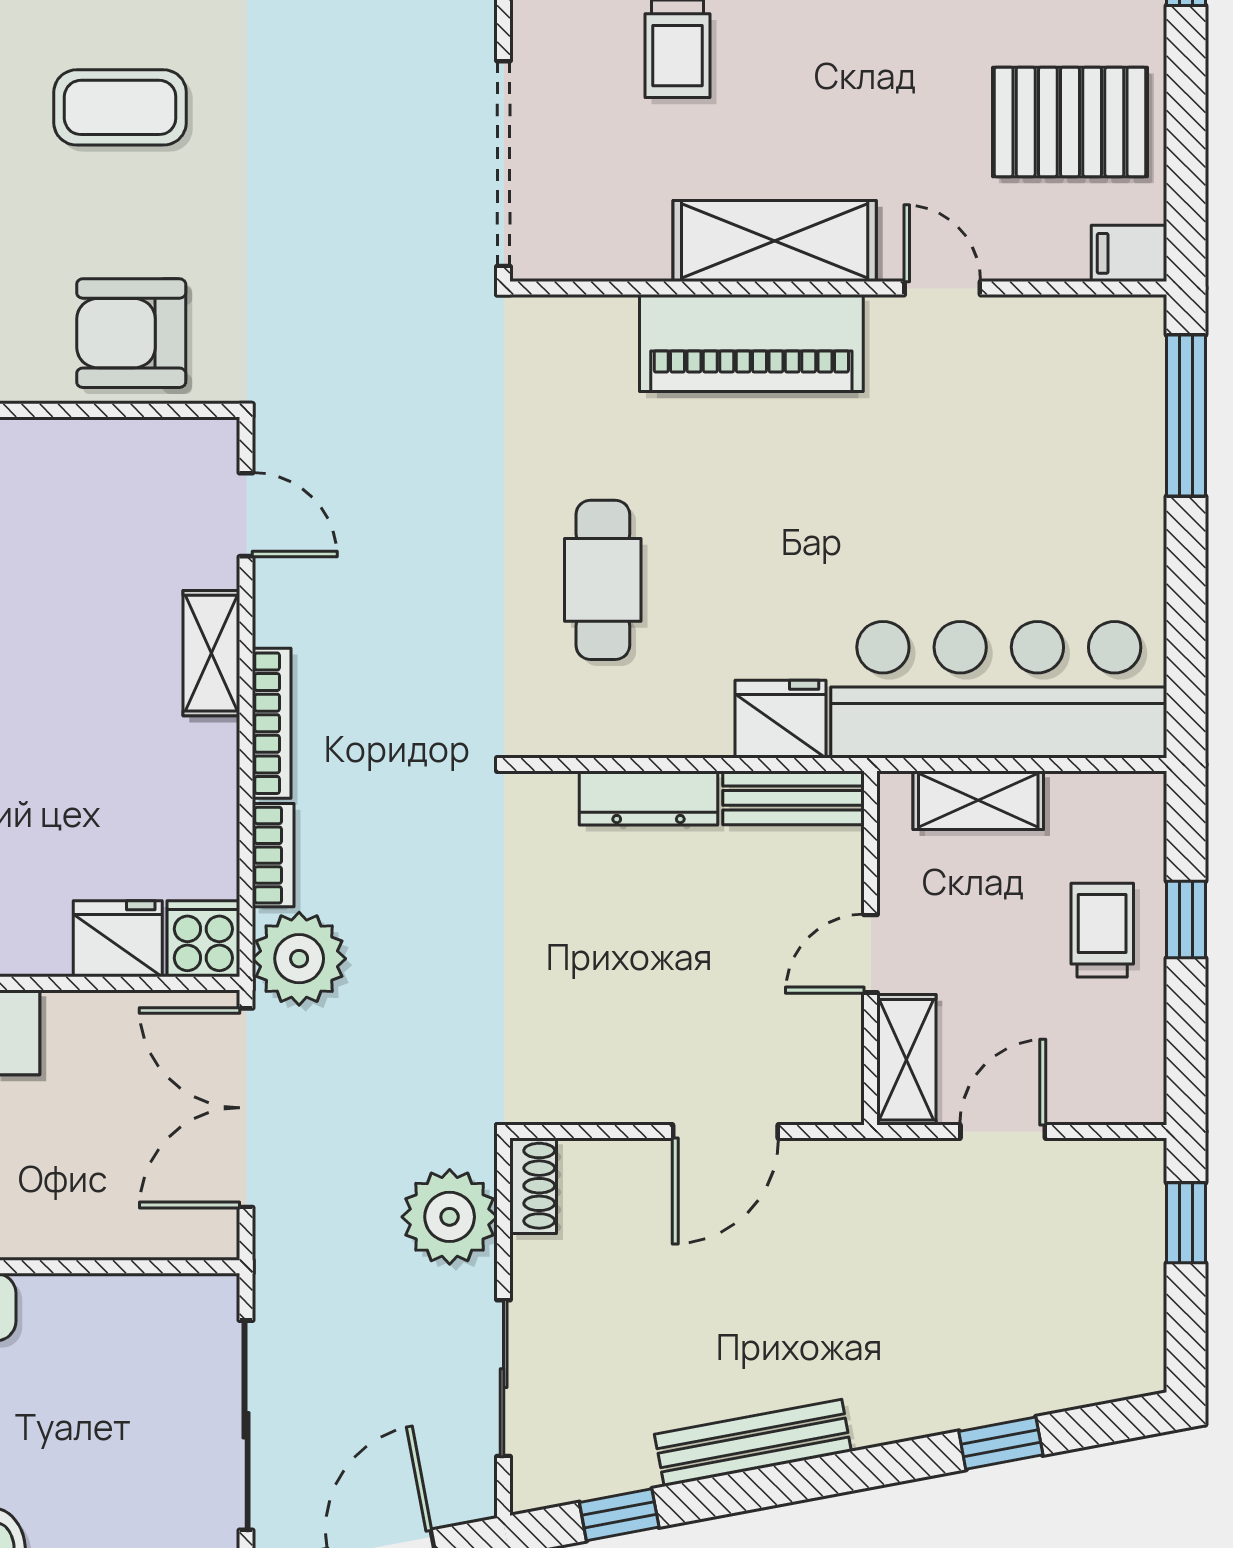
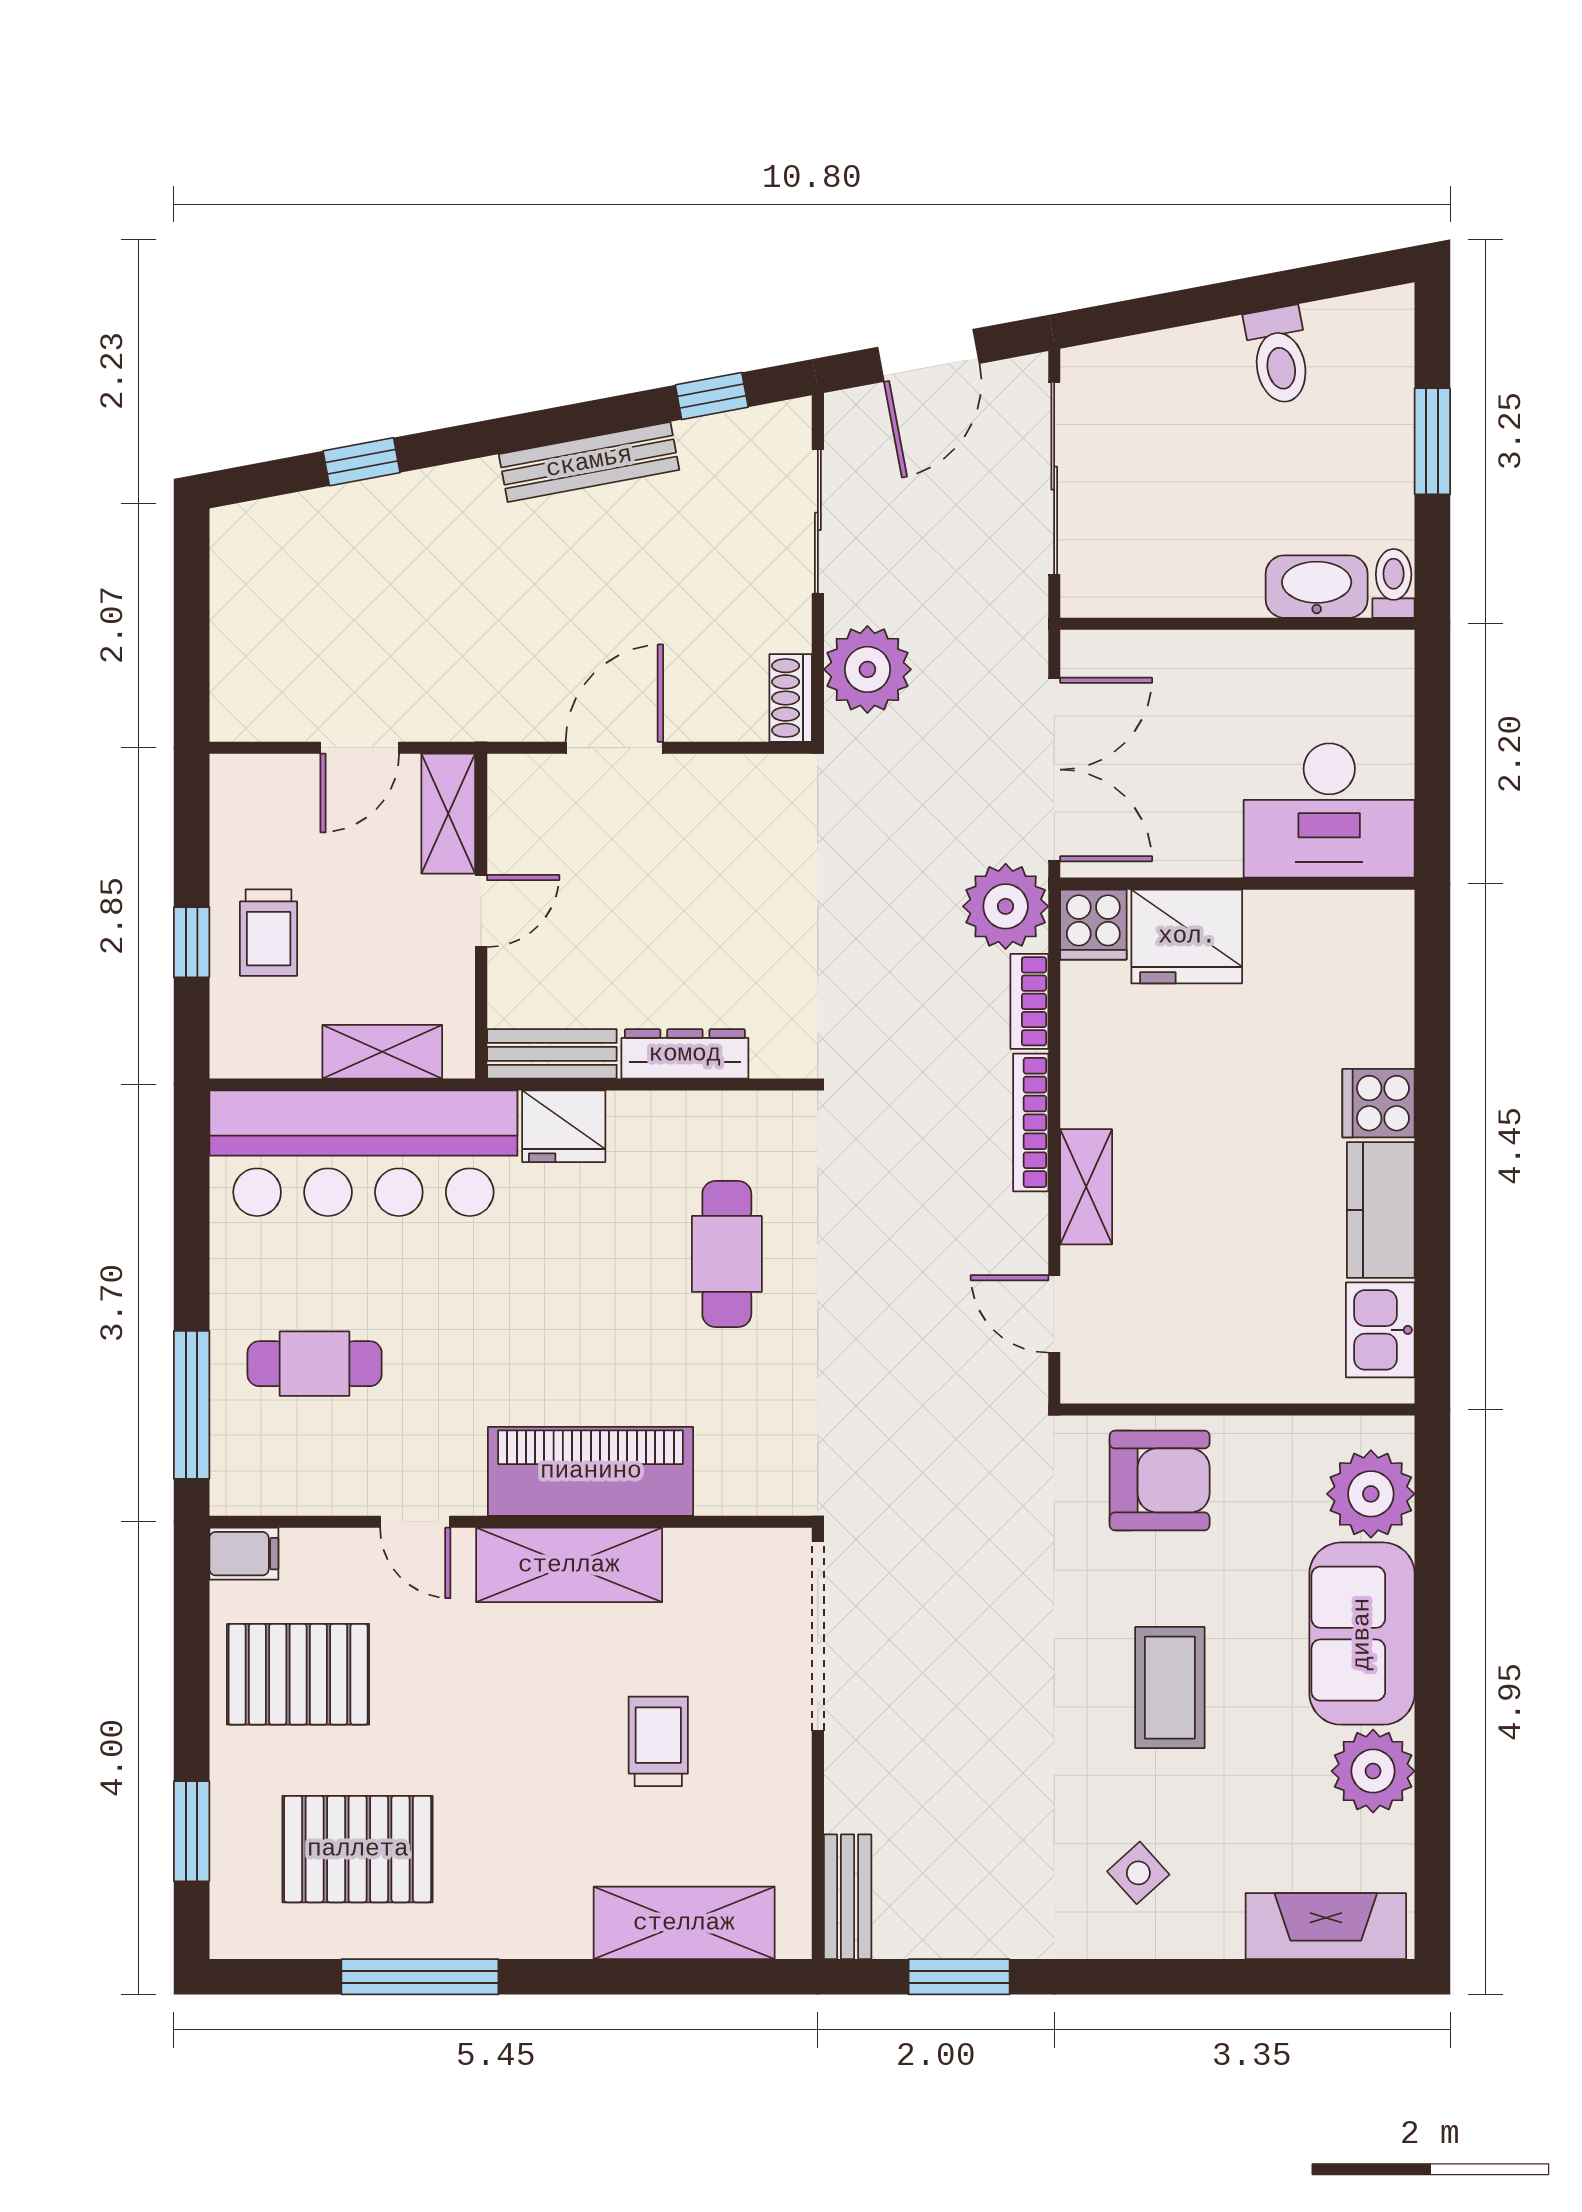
coffee table: (120, 107) -> (1170, 1688), turned 90
cafe table: (1052, 460) -> (315, 1364), added
fridge: (118, 939) -> (1187, 936), width x1.36, depth x1.34
window: (1186, 1223) -> (192, 664), removed

